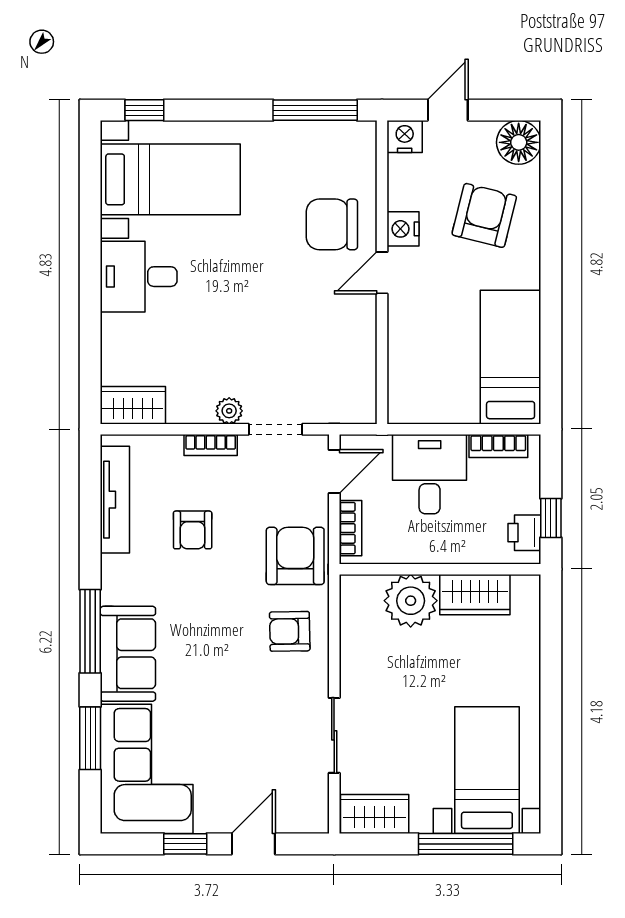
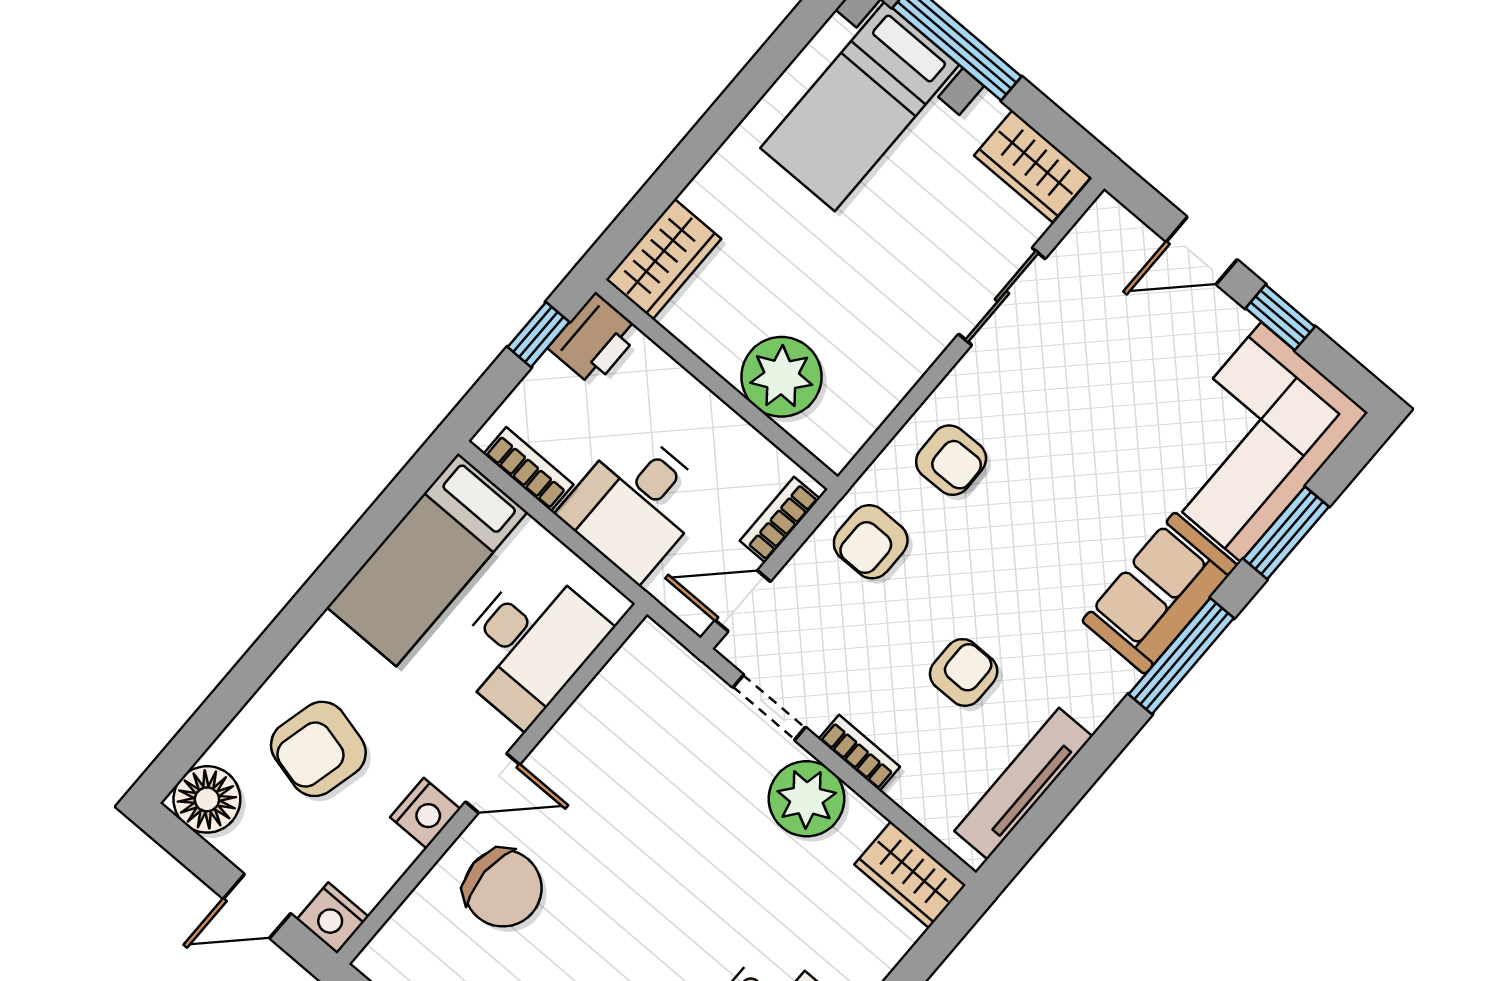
desk: (423, 358) -> (529, 644), added
plant: (229, 411) -> (806, 799), width x1.88, depth x1.88
printer: (524, 533) -> (594, 340), width x1.36, depth x1.24
armchair: (295, 556) -> (871, 542), width x0.72, depth x0.72
wardrobe: (475, 595) -> (663, 259), moved, turned 90

